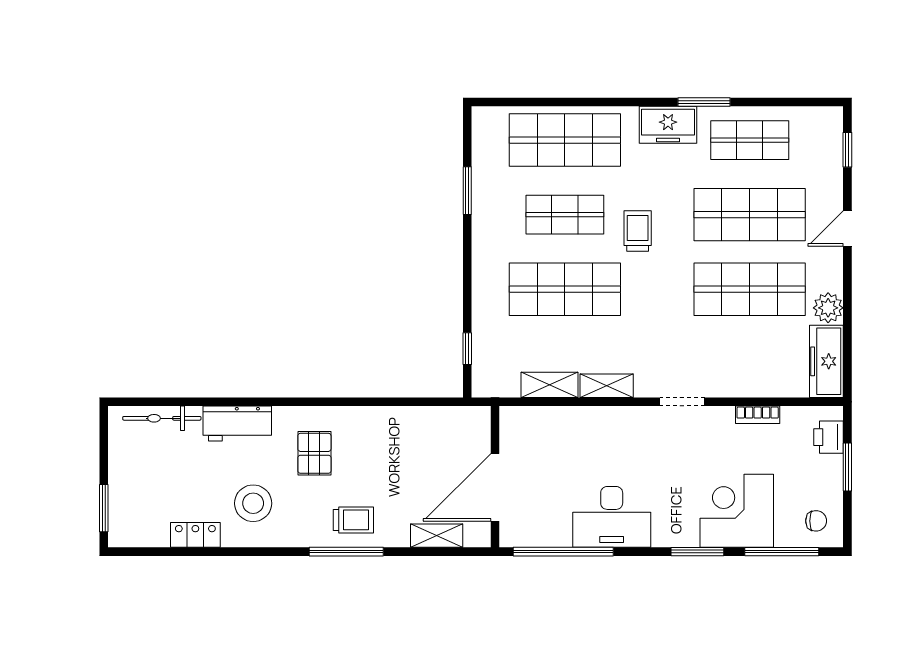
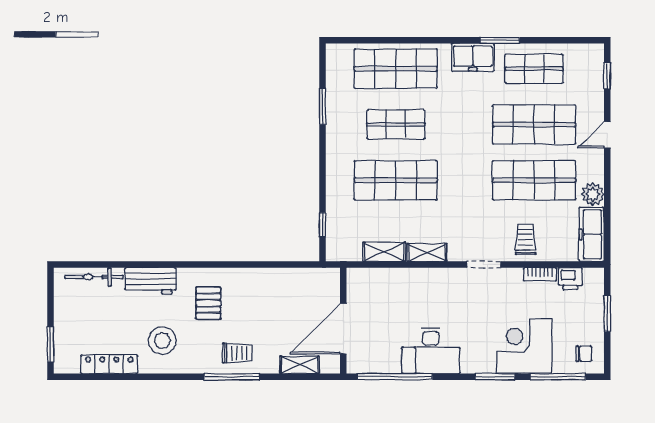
trolley: (638, 231) -> (525, 239), moved
printer: (829, 437) -> (570, 279), moved, turned -90
locker: (195, 535) -> (109, 364), width x1.53

